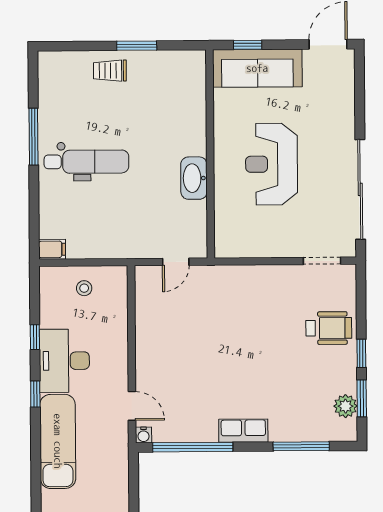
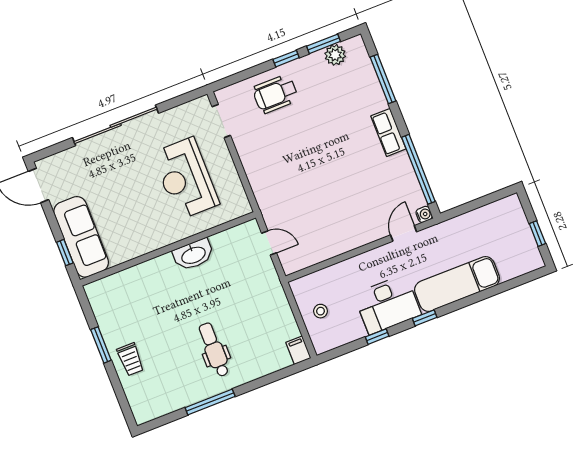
dental chair: (86, 162) -> (214, 350), width x0.73, depth x0.72
reception desk: (271, 164) -> (185, 178), moved, turned 90
sliding door: (360, 189) -> (116, 125), moved
wheelchair: (329, 328) -> (275, 94), turned -90

